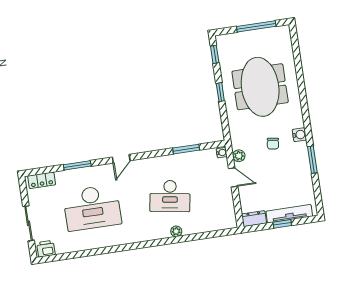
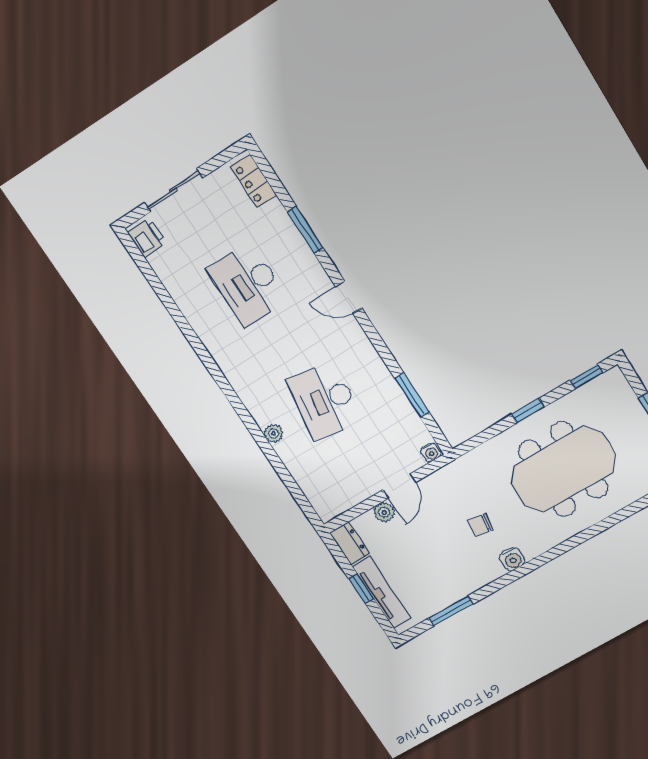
plant: (239, 156) -> (384, 512), moved
window: (312, 160) -> (451, 611), moved
desk: (92, 208) -> (248, 284), width x0.73, depth x0.77

